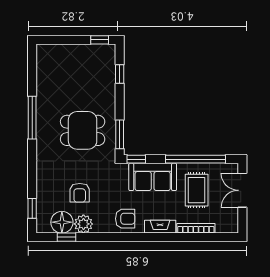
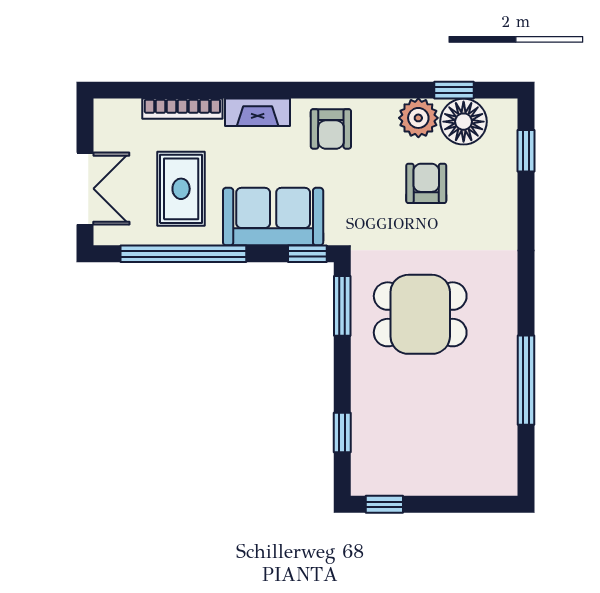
window: (32, 118) -> (526, 380), moved
armchair: (125, 219) -> (331, 129), turned -90

